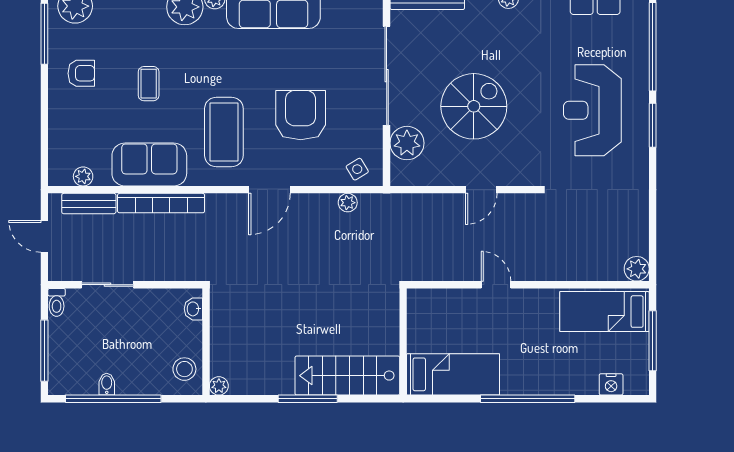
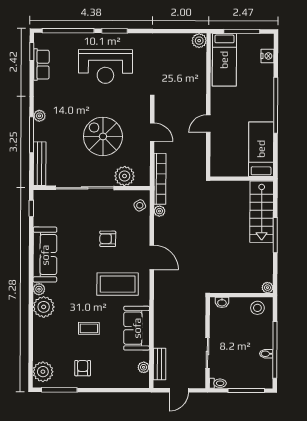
armchair: (301, 115) -> (108, 239), width x0.53, depth x0.53
bookcase: (161, 203) -> (160, 179), moved

